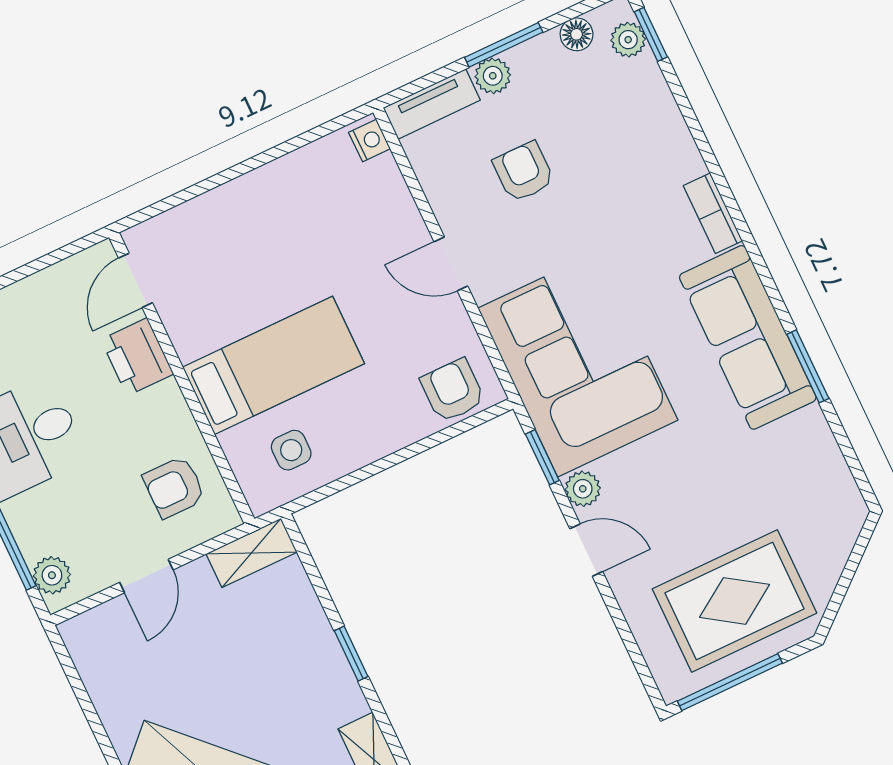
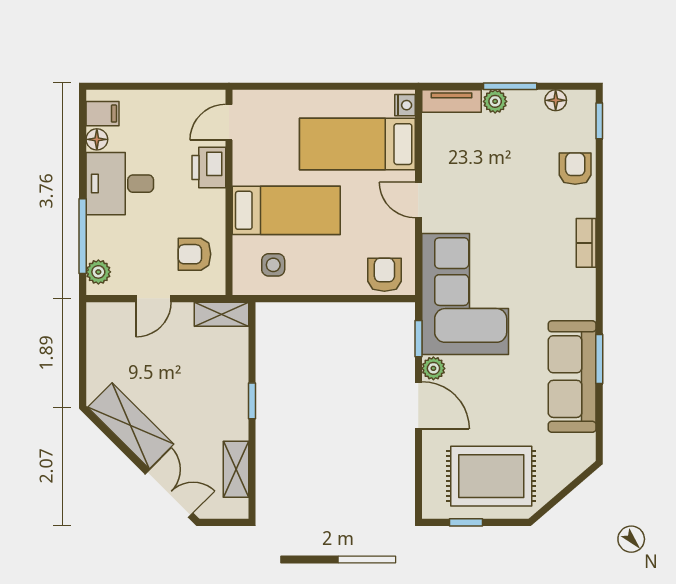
plant: (628, 40) -> (584, 118), removed
armchair: (524, 172) -> (575, 169), moved
bed: (329, 226) -> (357, 144), added
sofa: (748, 337) -> (572, 377), moved
door: (586, 550) -> (418, 405), width x1.38
window: (730, 682) -> (466, 522), width x0.46

